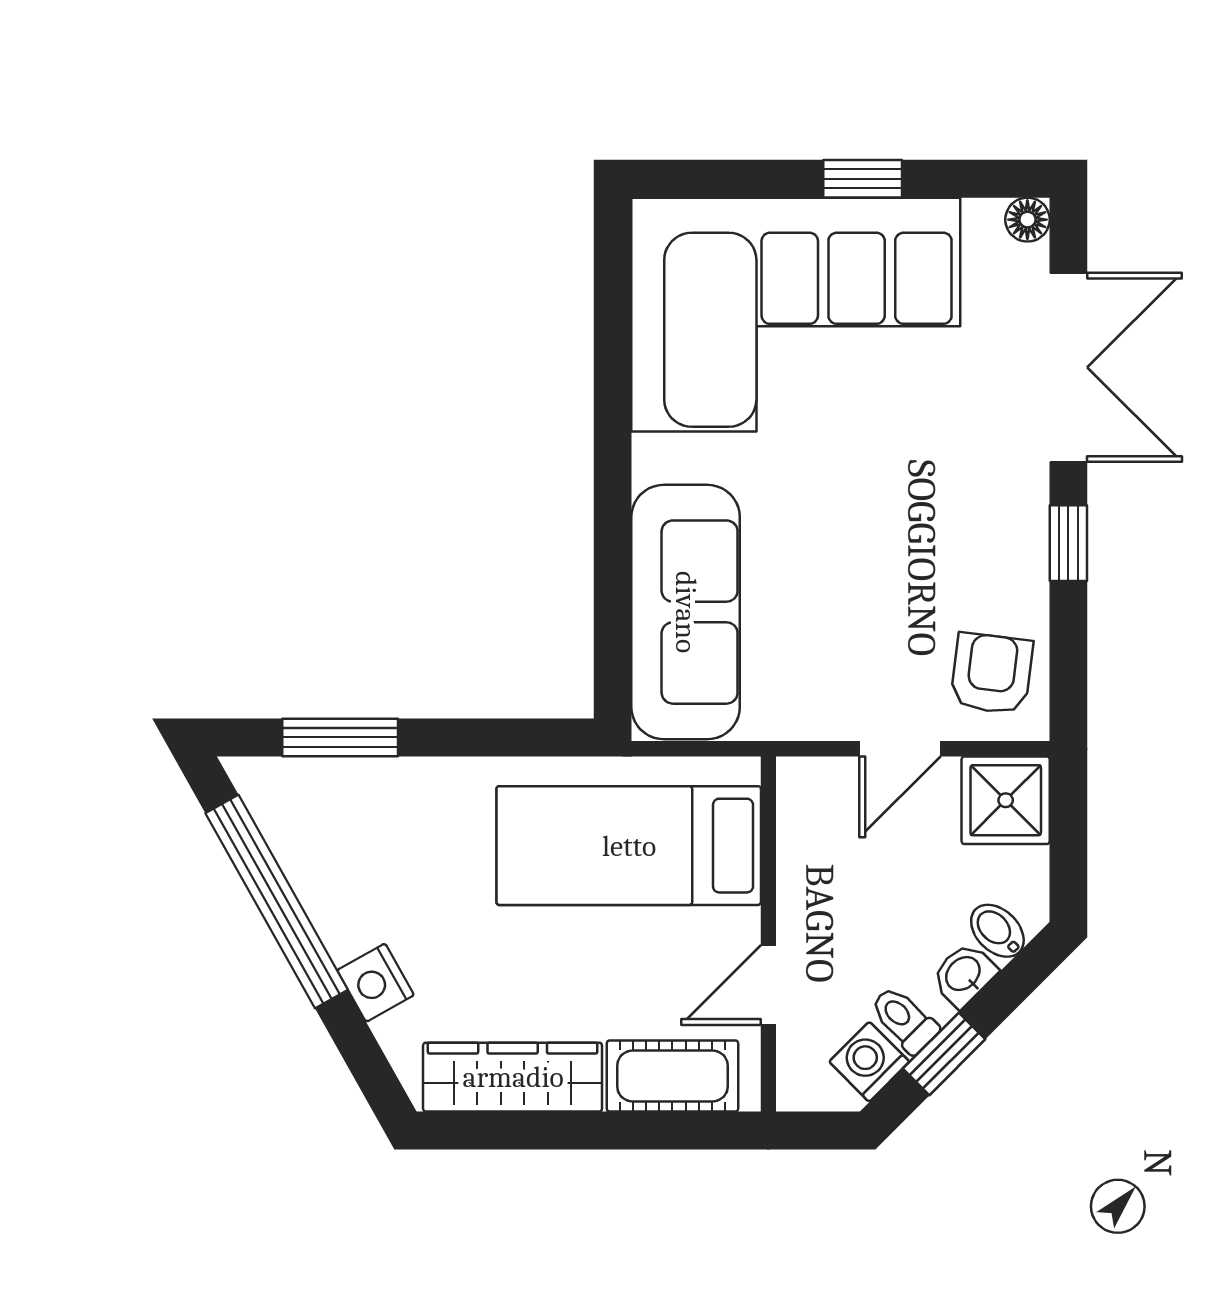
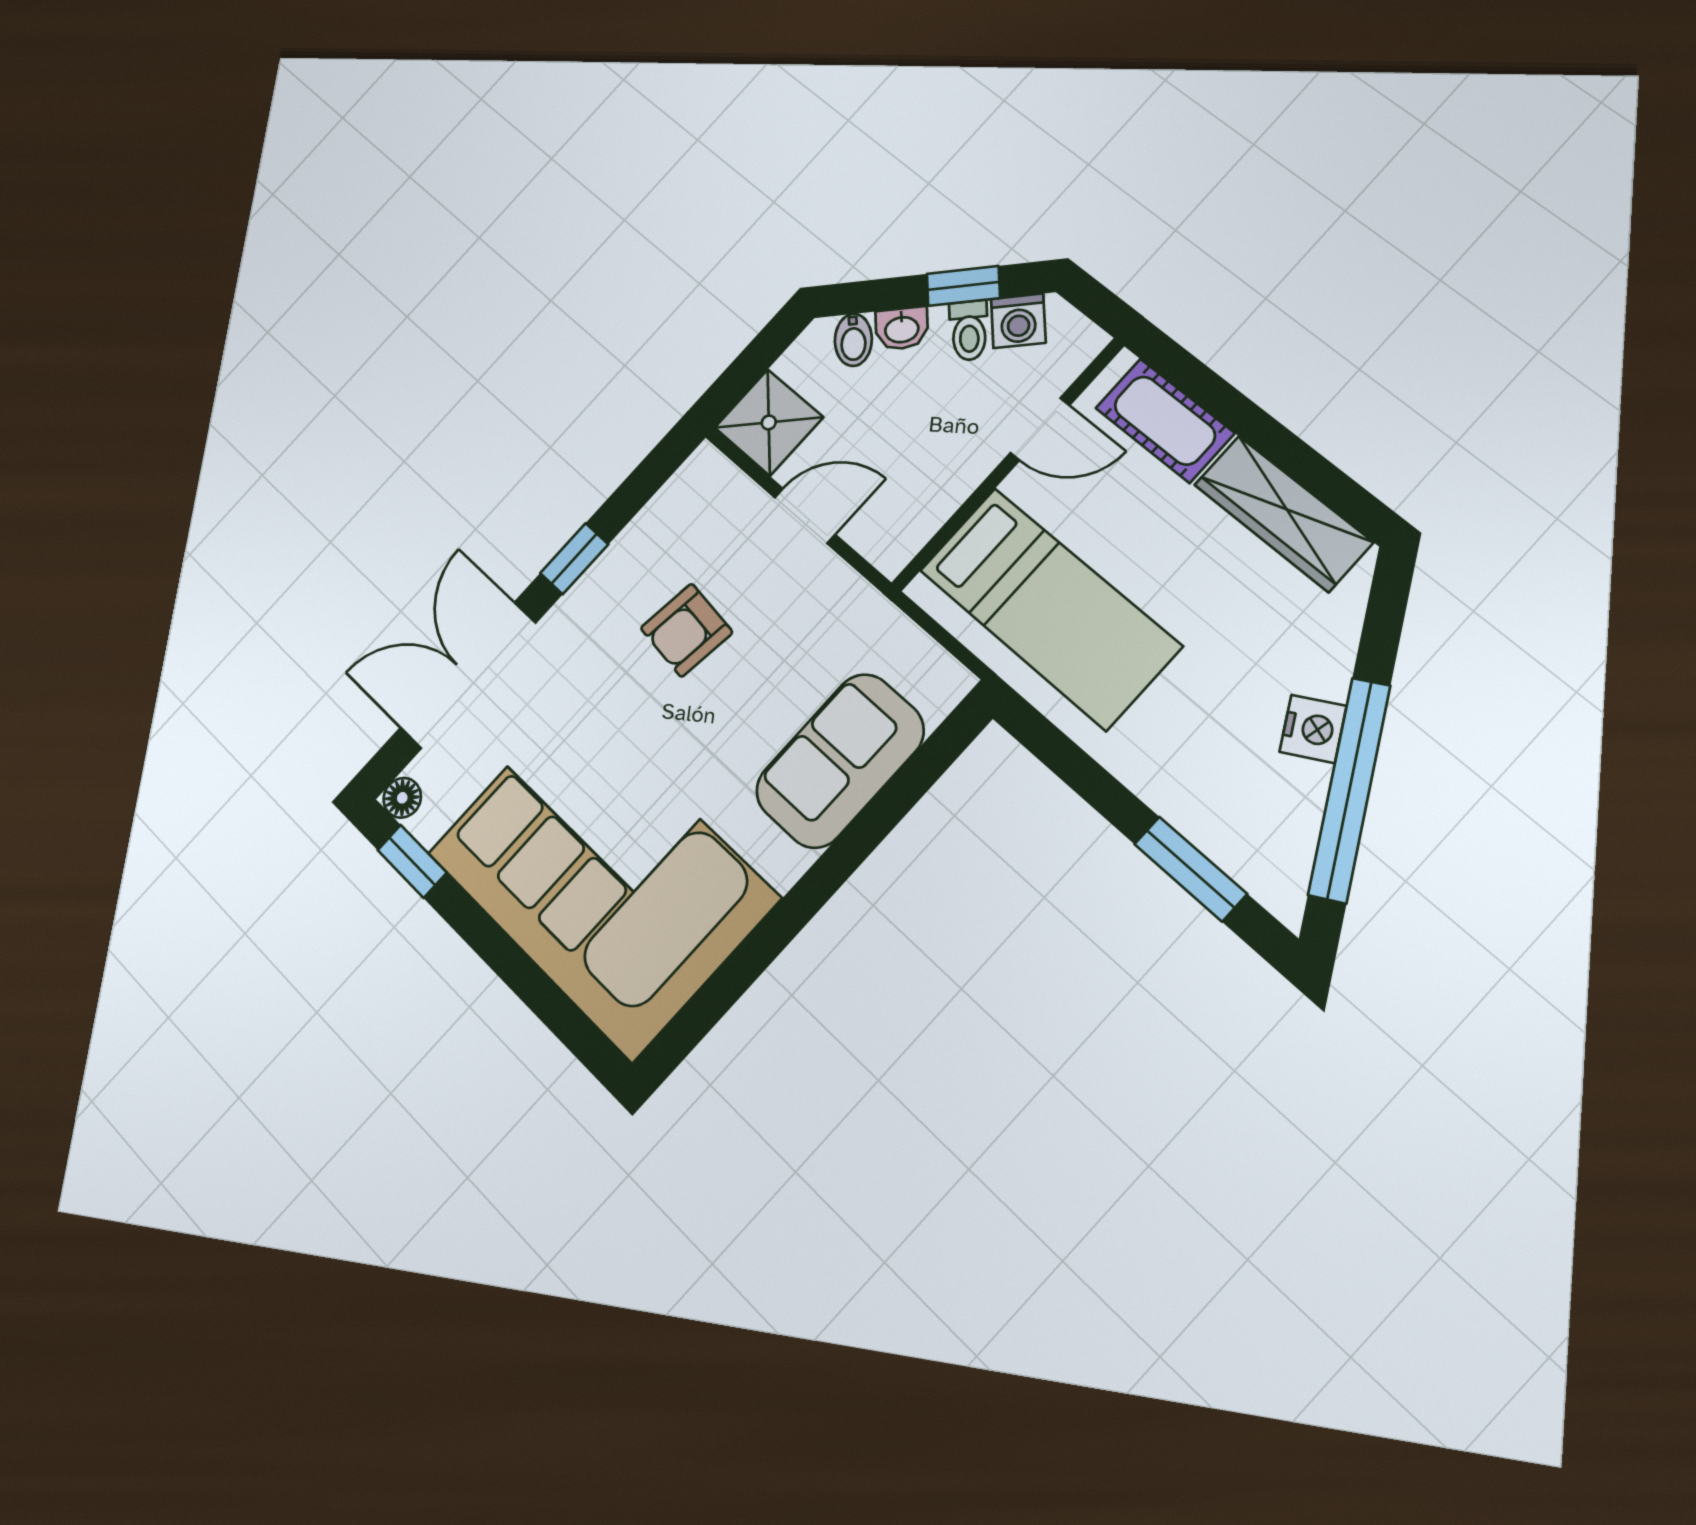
window: (863, 179) -> (412, 861), moved
sofa: (686, 612) -> (840, 761), width x0.73
armchair: (992, 674) -> (686, 630), moved
nightstand: (376, 983) -> (1313, 729), moved

